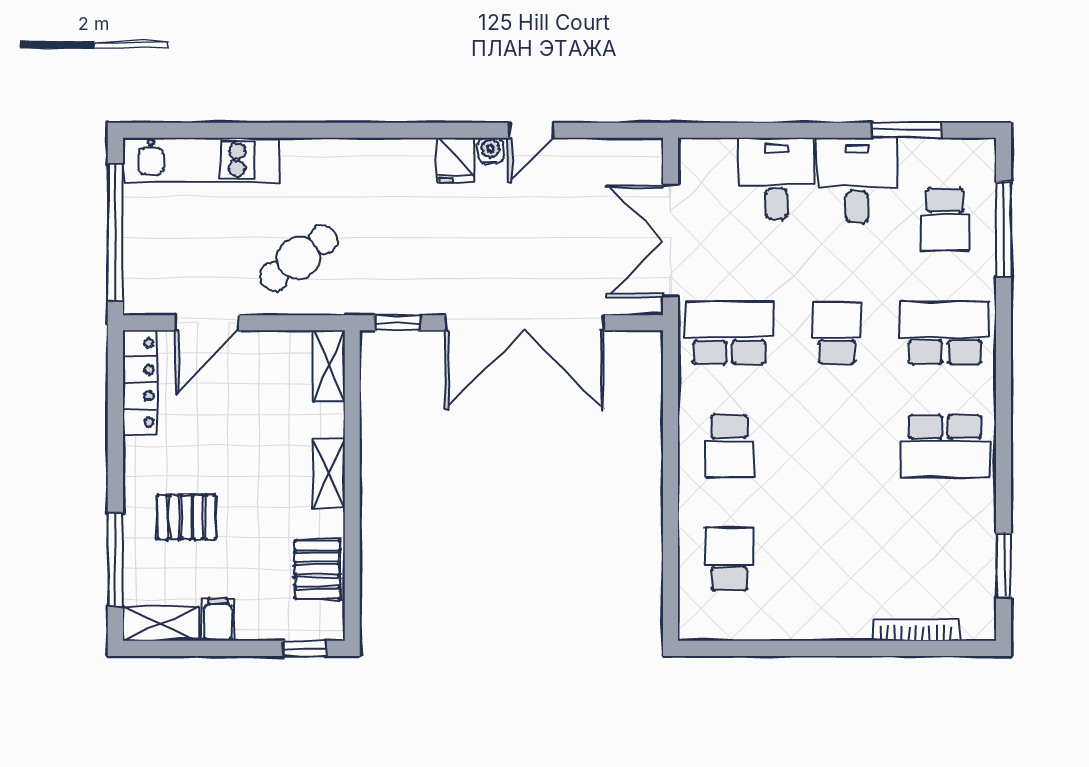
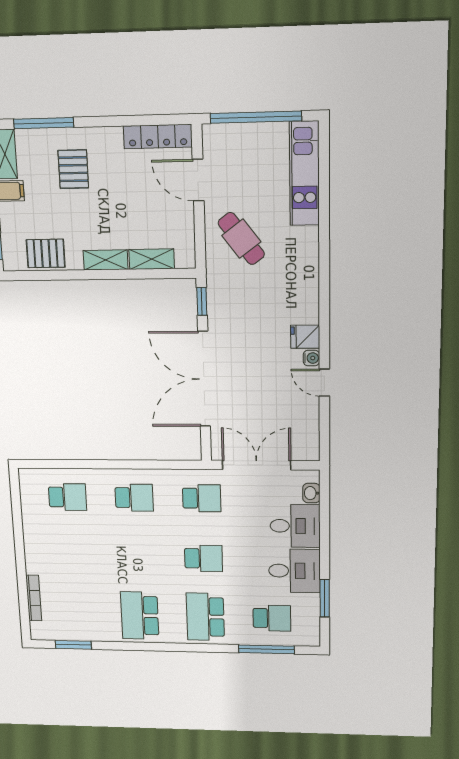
washbasin: (719, 152) -> (311, 493), added
school desk: (945, 219) -> (272, 618), turned 180
school desk: (729, 333) -> (202, 498), width x0.54
school desk: (945, 333) -> (205, 617), turned 180
shelving: (329, 366) -> (152, 259), moved
school desk: (729, 446) -> (134, 498), turned 180

